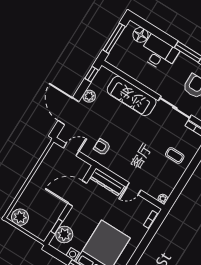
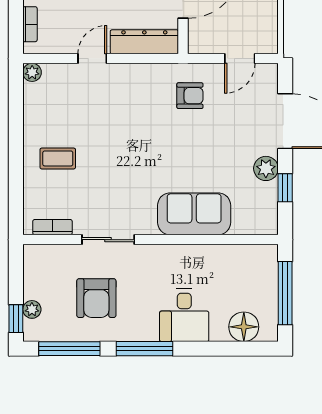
desk: (159, 53) -> (184, 315), width x0.73
window: (92, 74) -> (285, 188), moved
sofa: (132, 96) -> (194, 214), width x0.73
sliding door: (175, 108) -> (108, 240), width x0.73

